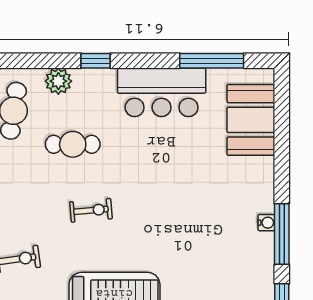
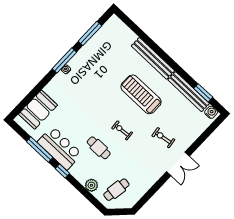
window: (96, 61) -> (62, 171), moved
window: (212, 61) -> (40, 150), moved
cafe table: (73, 144) -> (99, 148), moved

